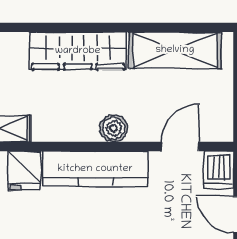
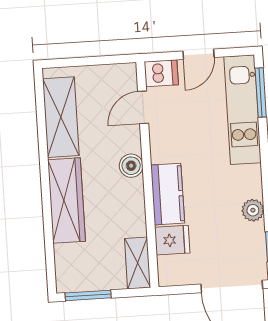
door: (180, 146) -> (143, 107), hinge flipped
kitchen counter: (95, 169) -> (168, 194), width x0.67

